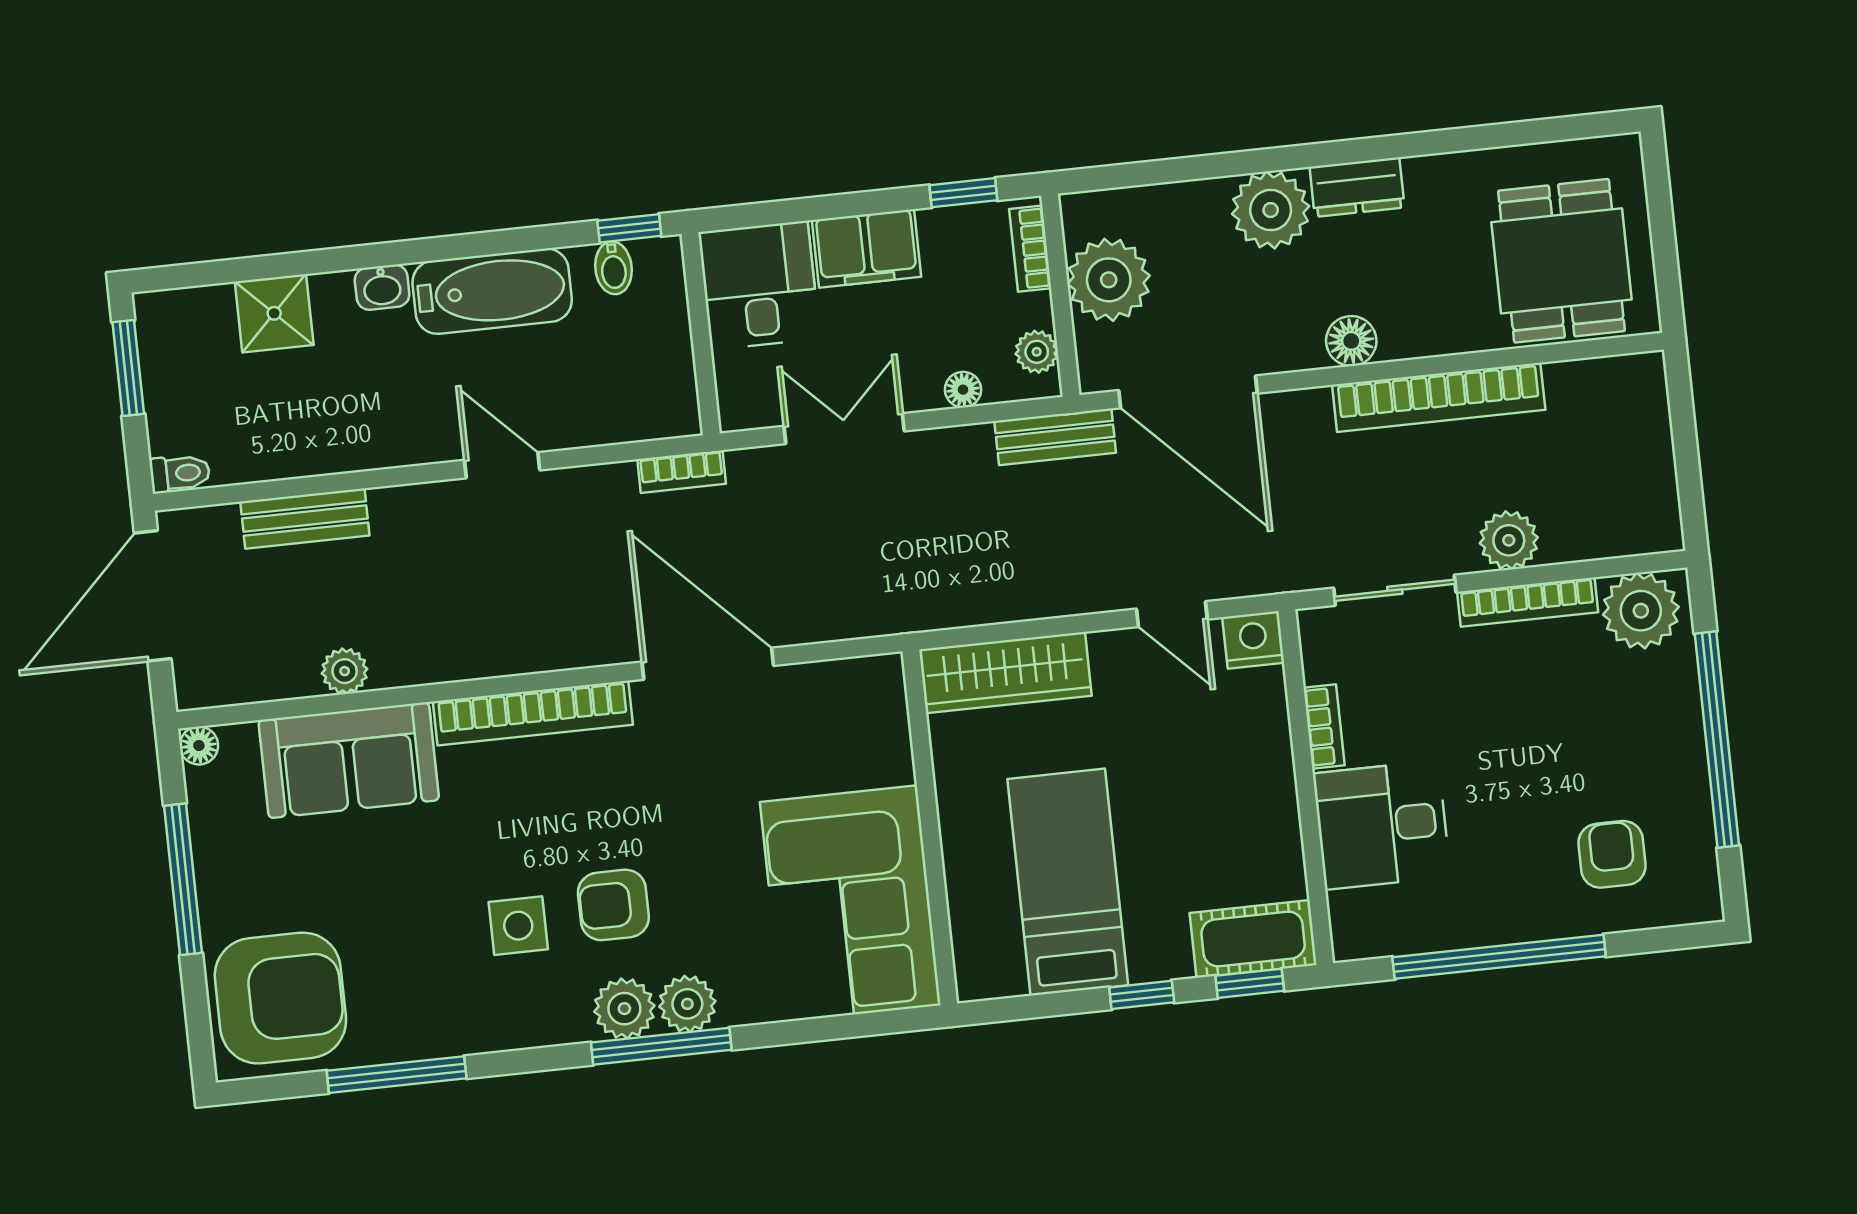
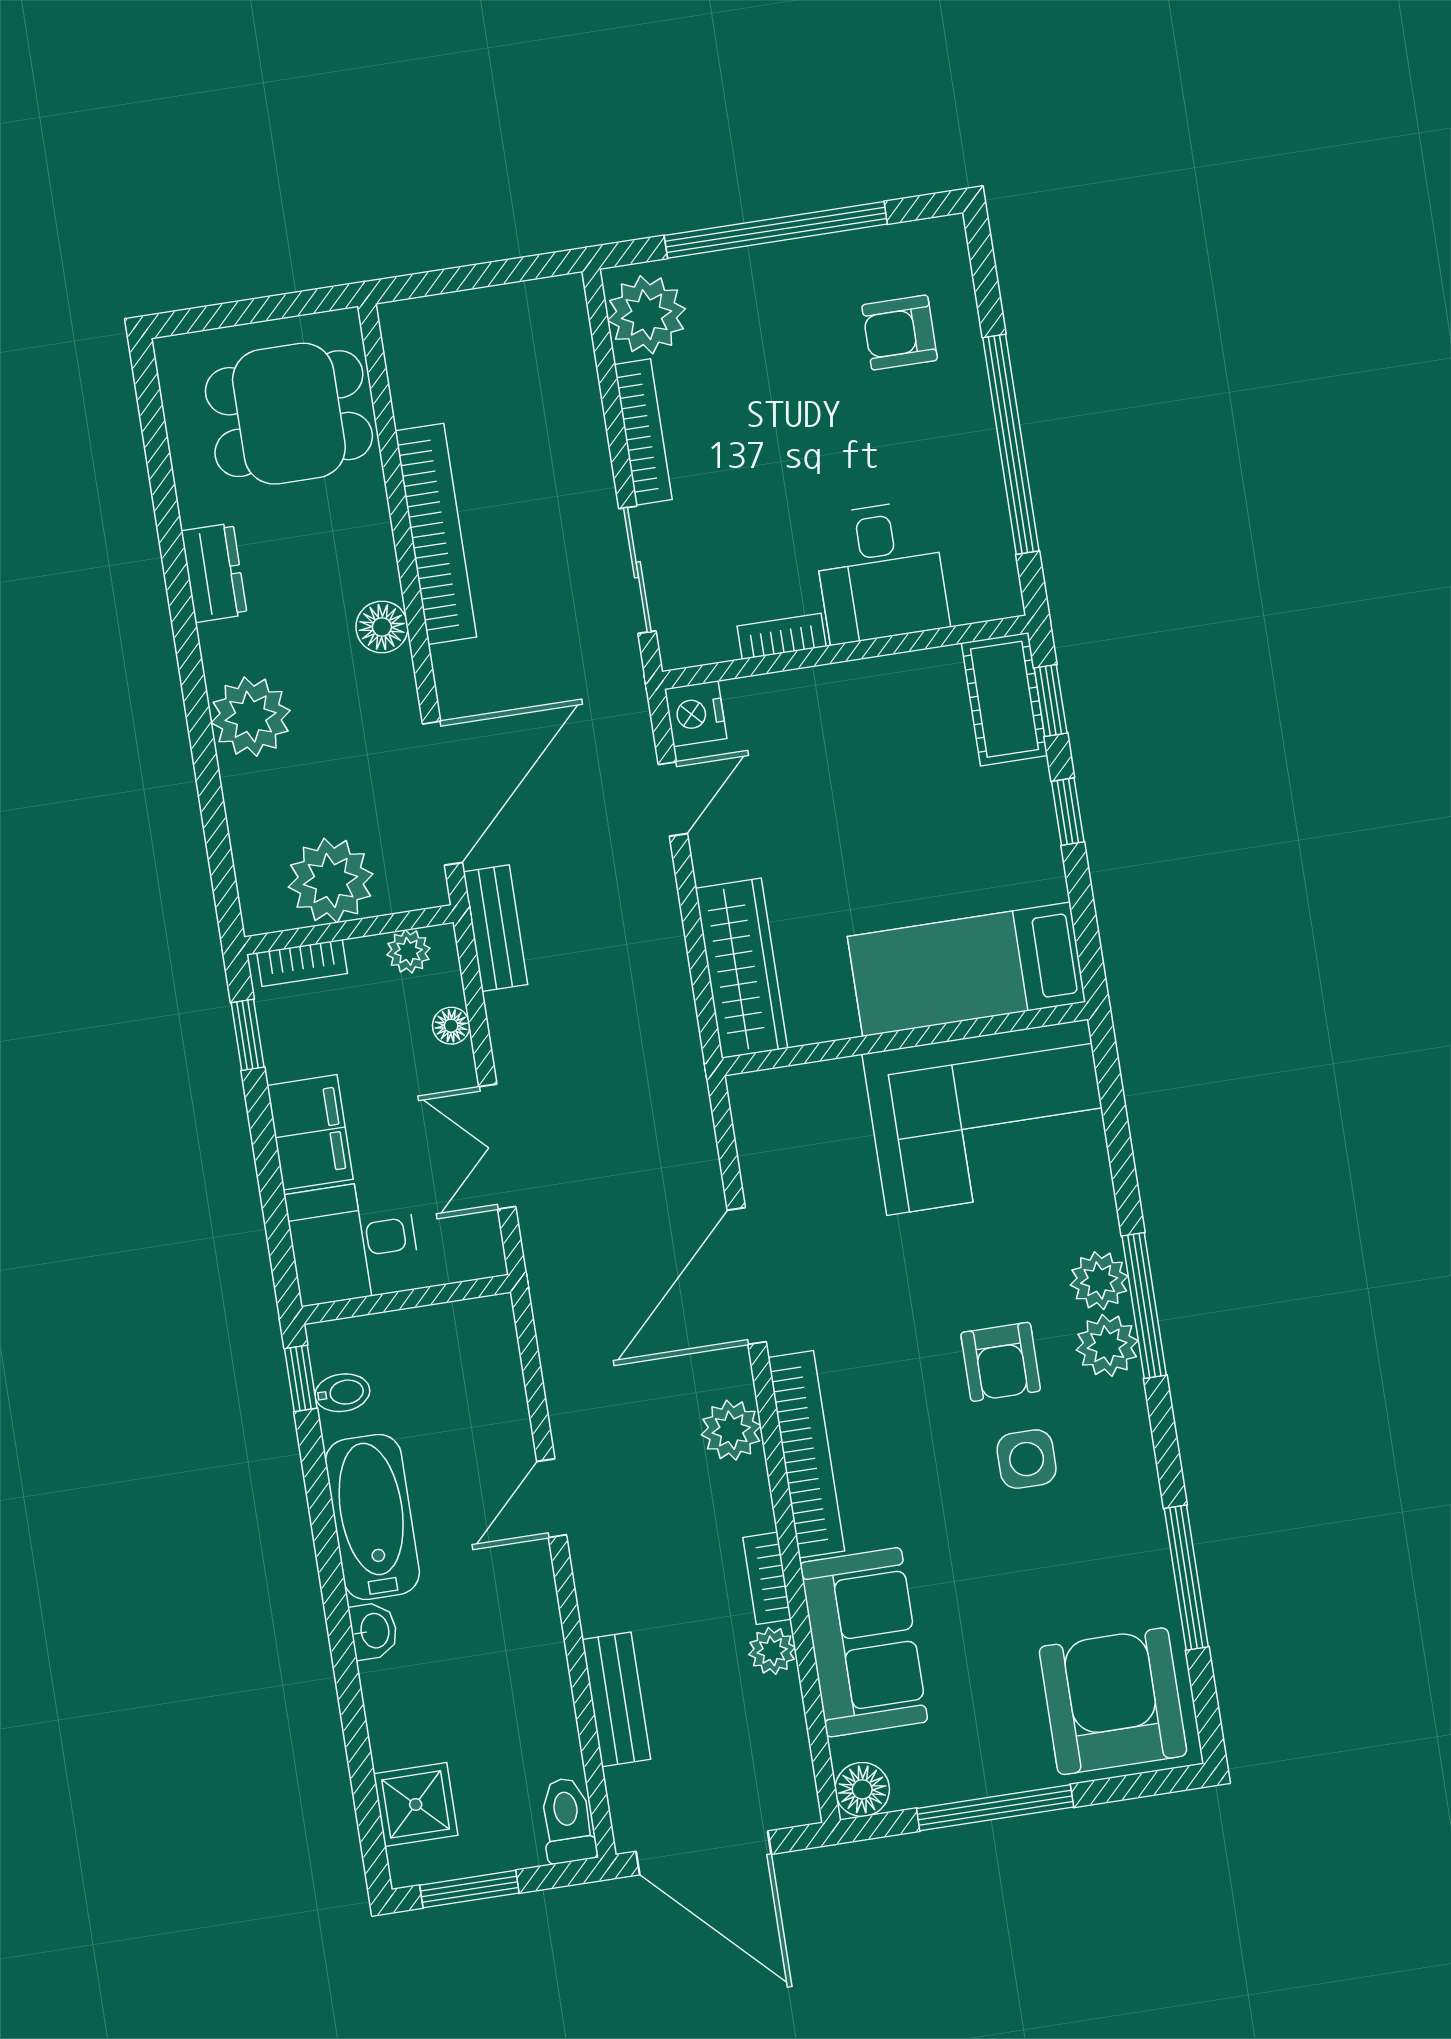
dresser: (1357, 187) -> (214, 573), moved
shower: (274, 313) -> (416, 1804), moved
bookcase: (682, 471) -> (767, 1578), moved, turned 180
toilet: (180, 473) -> (567, 1820), width x1.37, depth x1.39
plant: (1509, 540) -> (731, 1430), moved
floor lamp: (199, 746) -> (862, 1789), width x1.37, depth x1.37
bed: (1068, 882) -> (967, 969), moved

